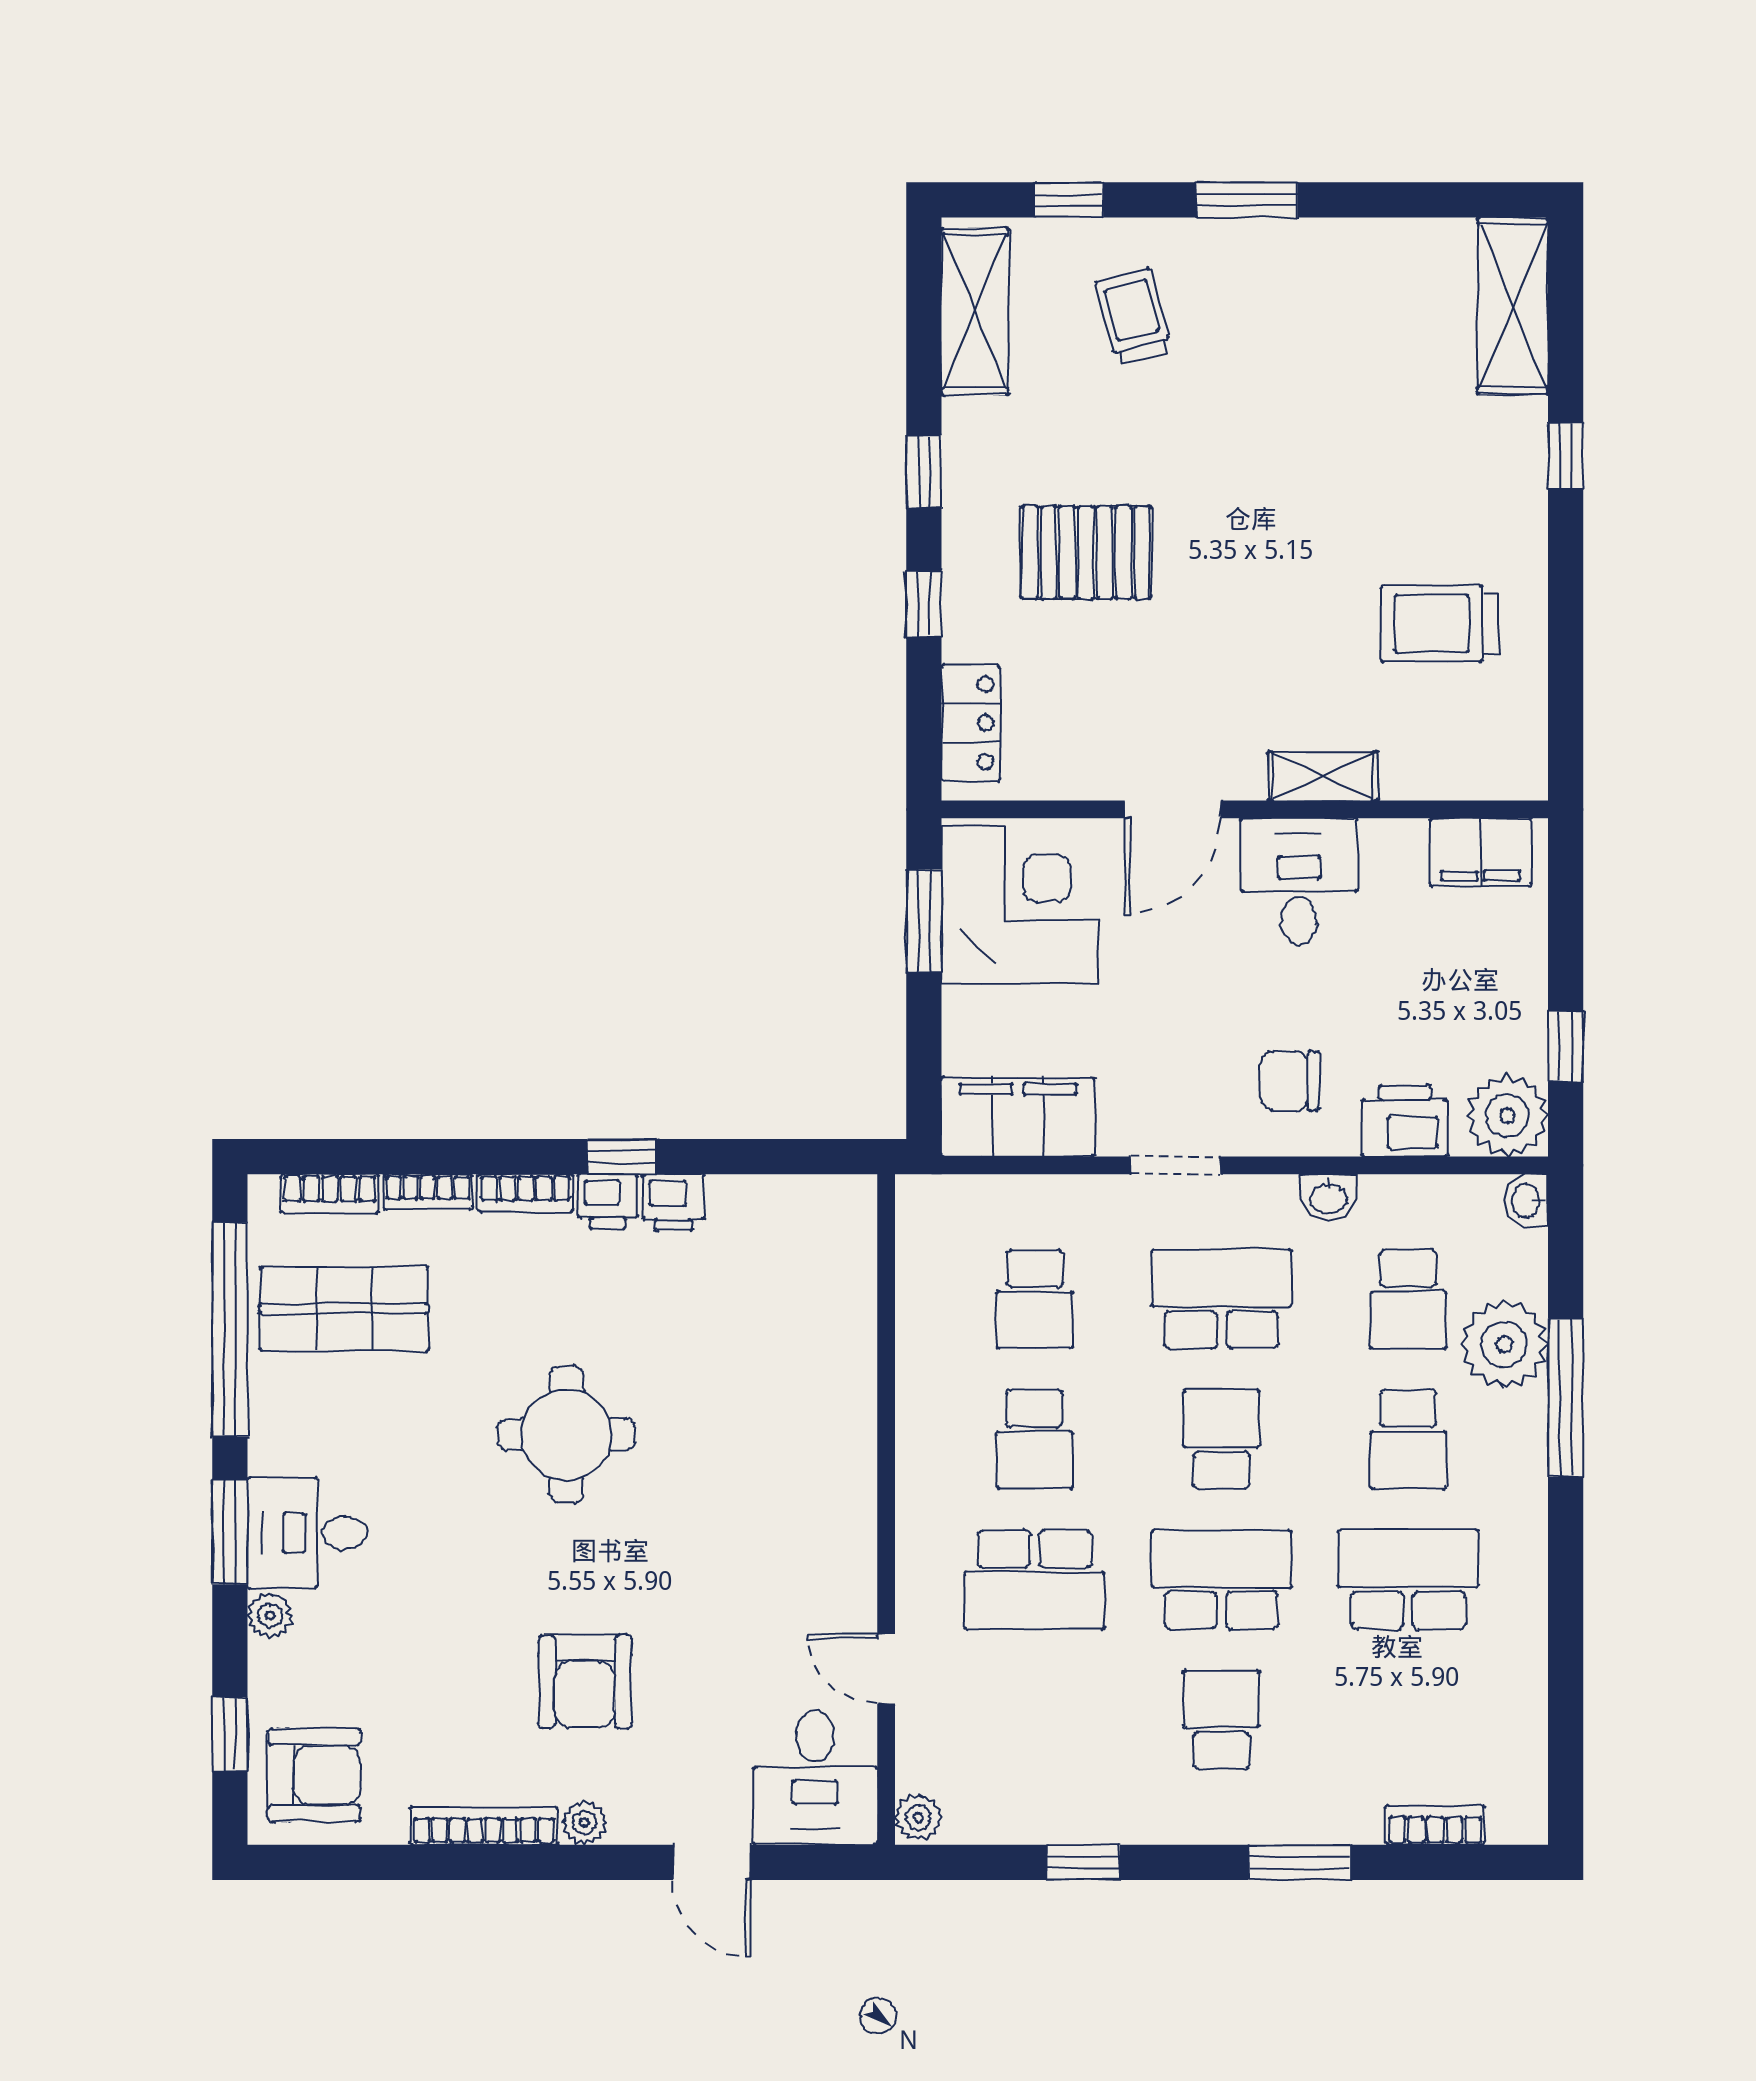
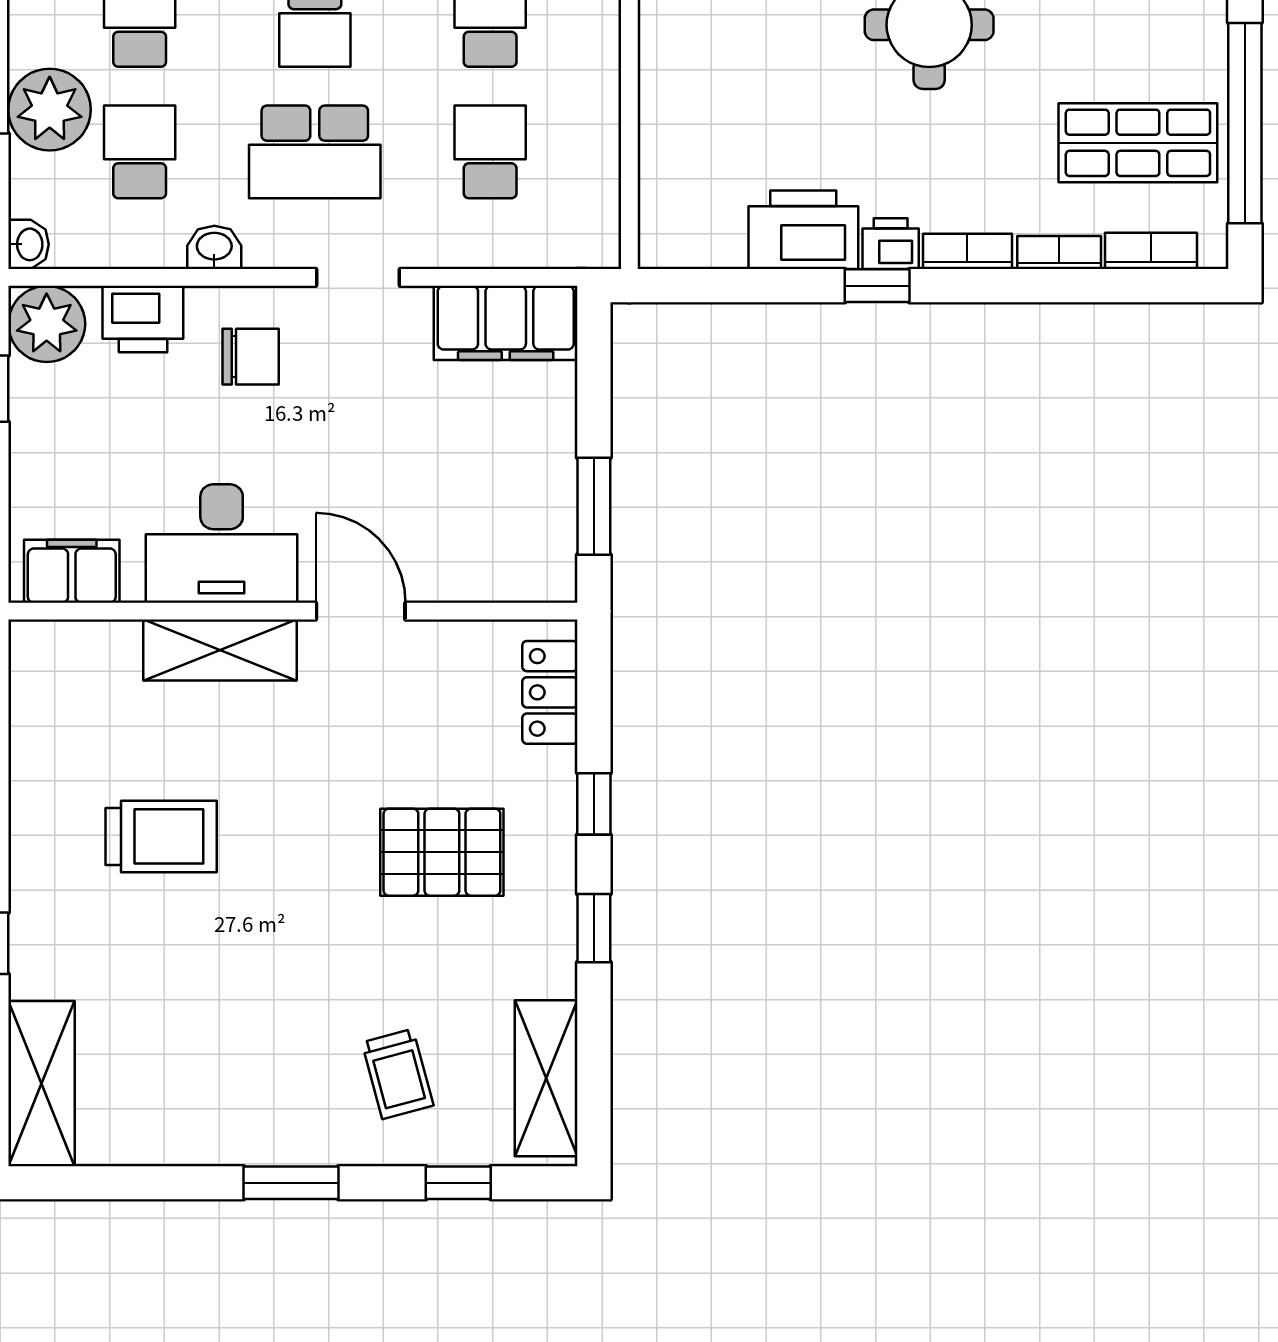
trolley: (1440, 624) -> (161, 836), moved
shelving: (1323, 776) -> (220, 650), width x1.50, depth x1.33
door: (1173, 809) -> (361, 611), hinge flipped
desk: (1299, 882) -> (222, 544), width x1.37
corner desk: (1020, 905) -> (504, 522), removed
printer: (673, 1202) -> (803, 230), width x1.87, depth x1.48

